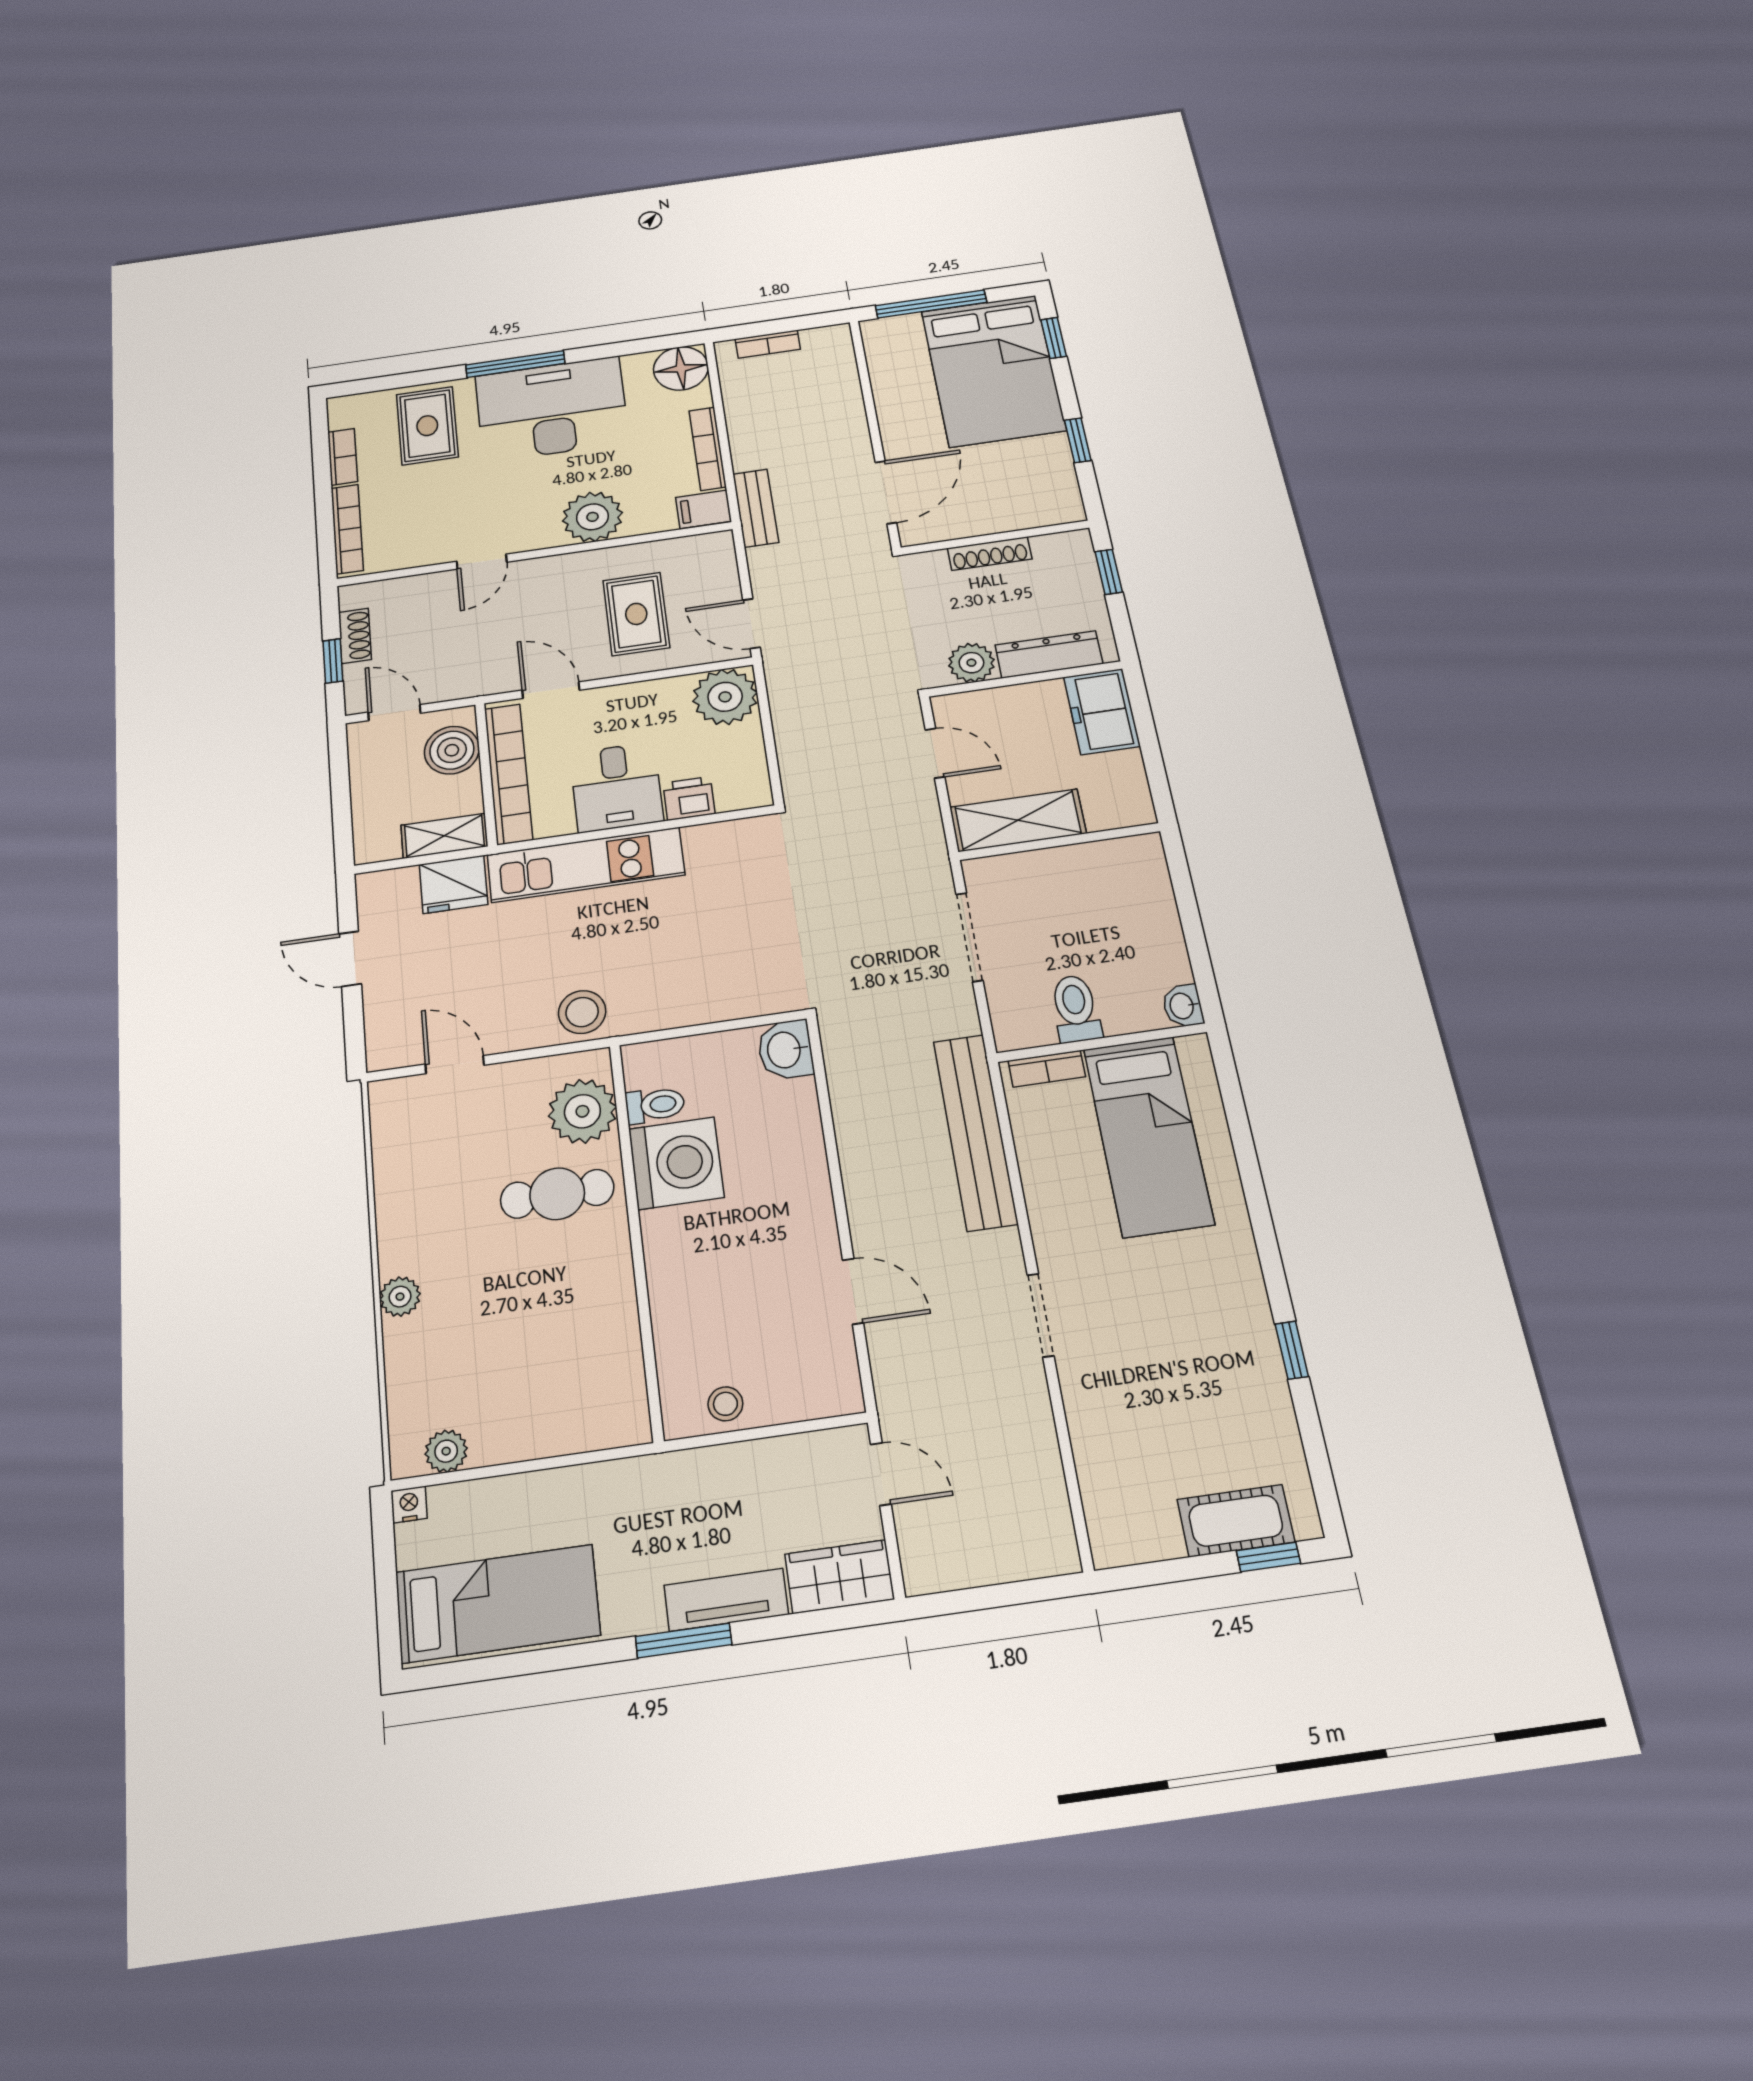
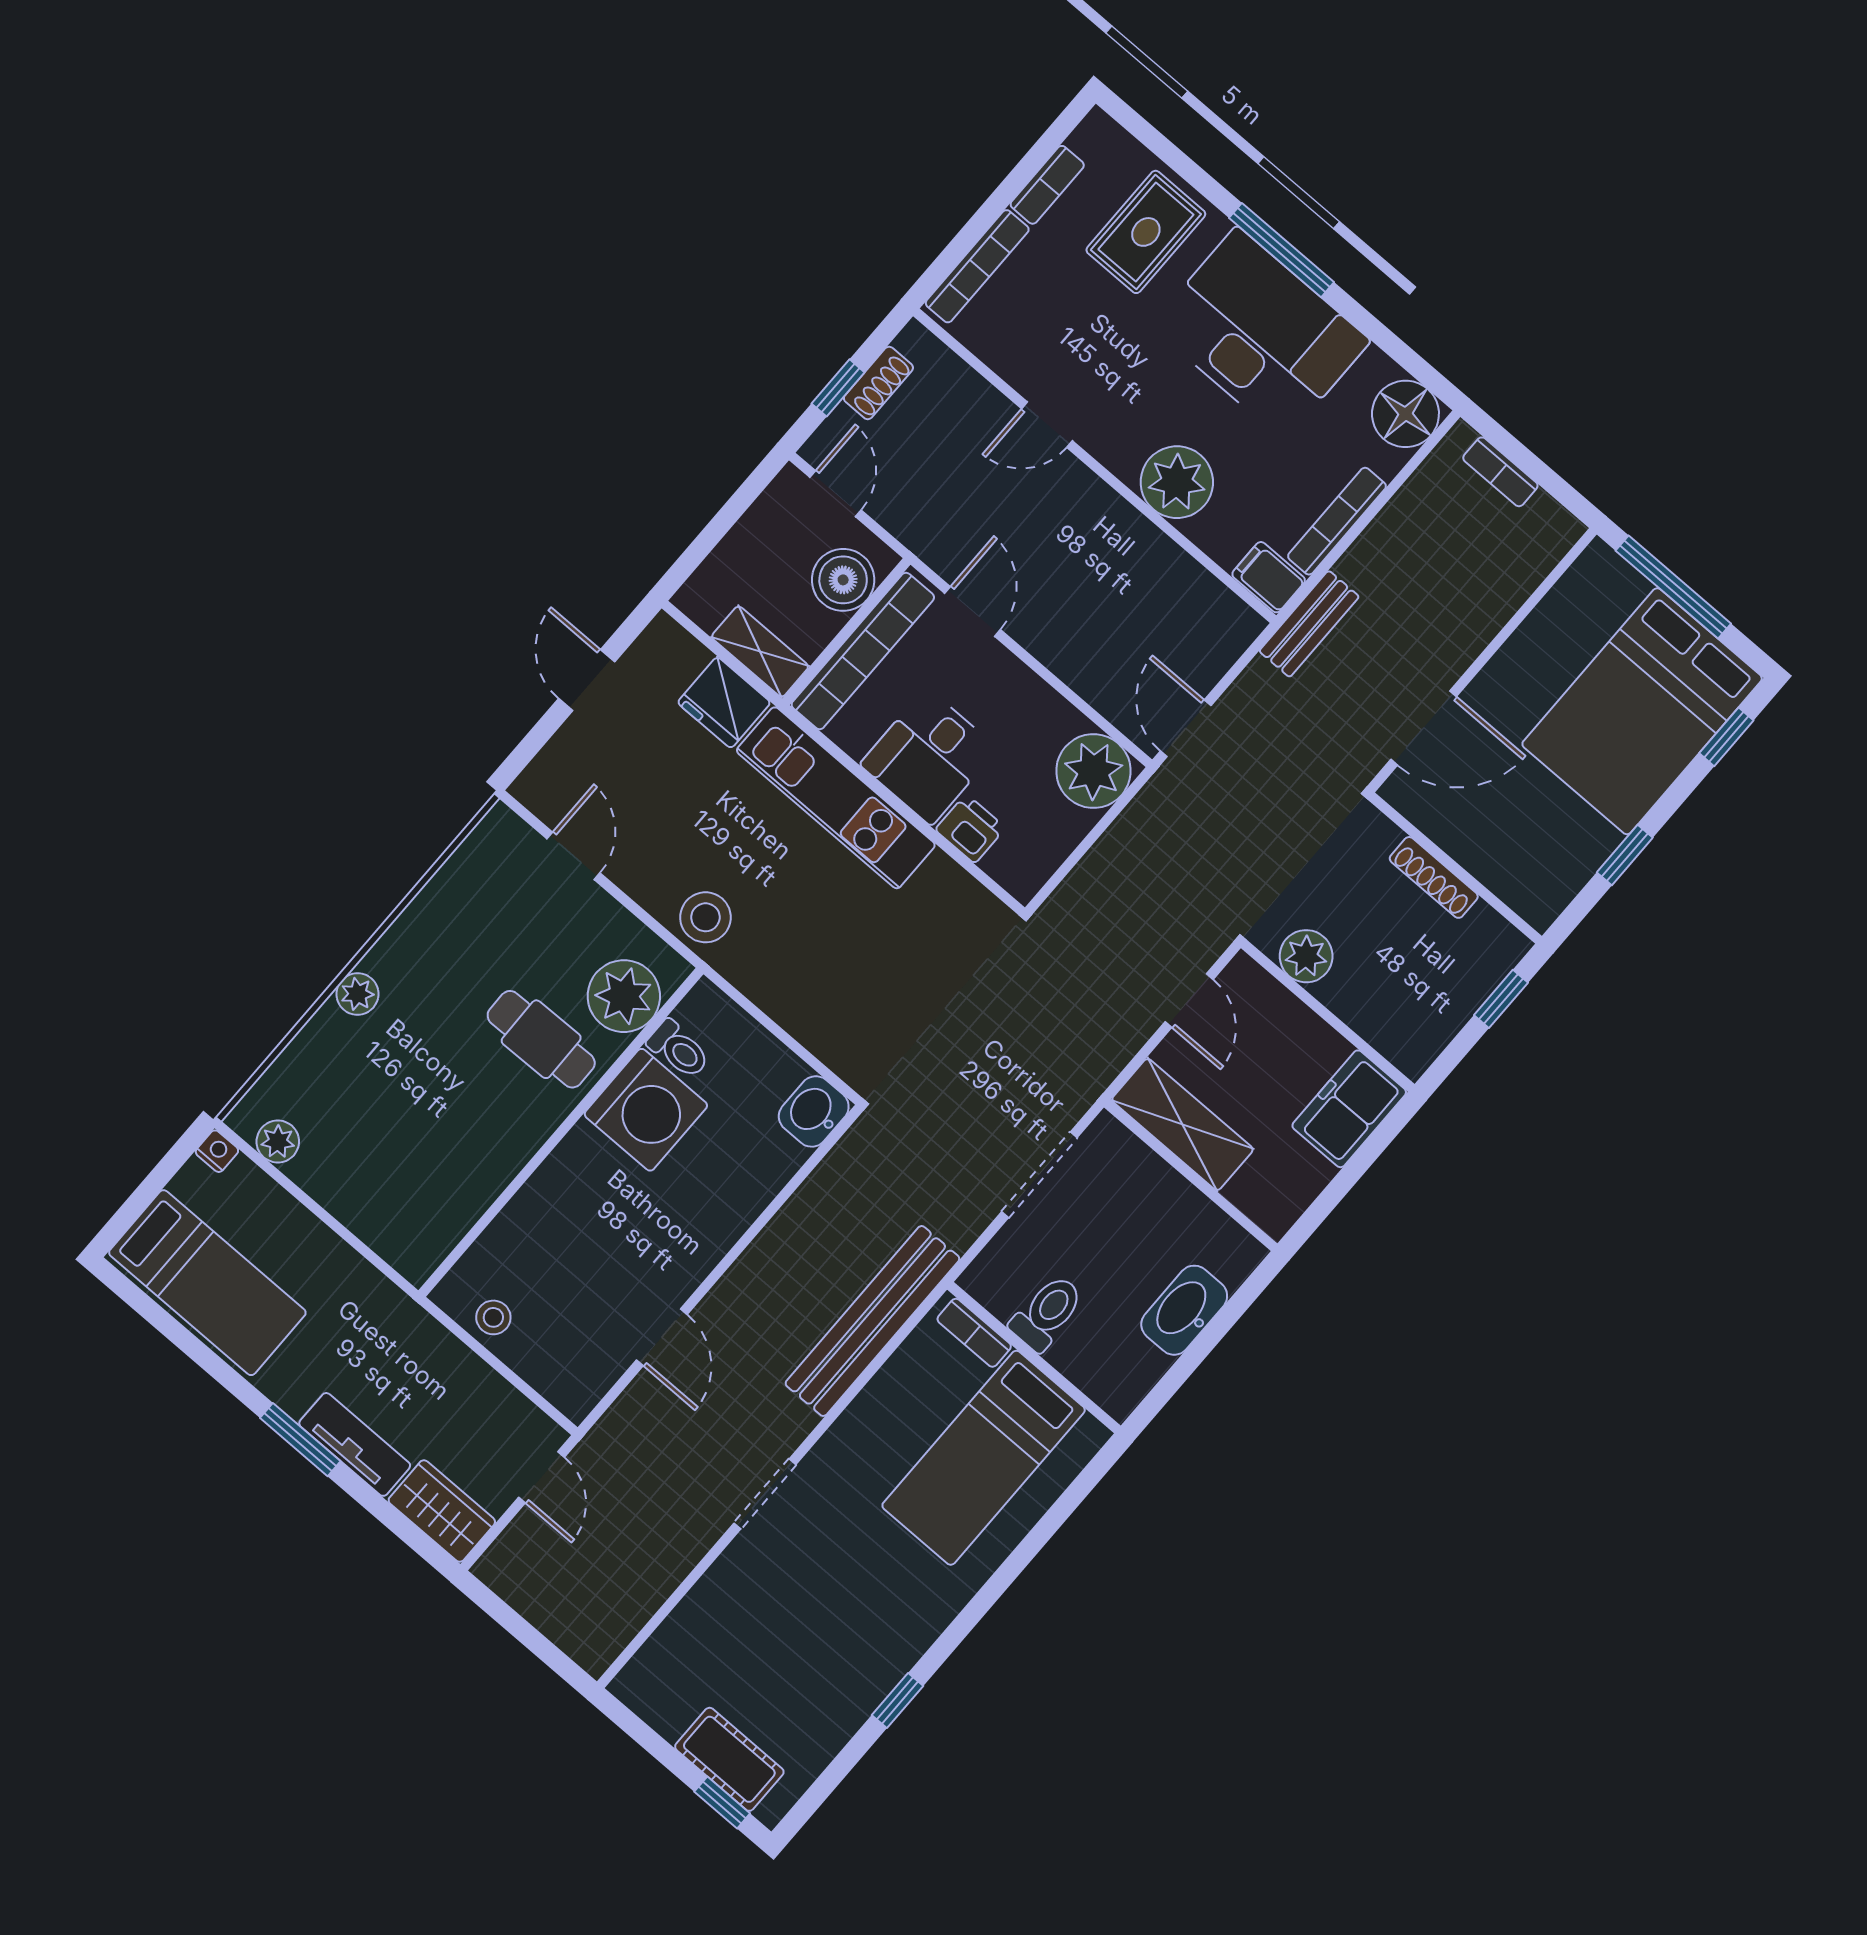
rug: (636, 614) -> (1110, 616), removed
dresser: (1049, 654) -> (1370, 1016), removed
washbasin: (1183, 1006) -> (1184, 1310), moved, width x1.91, depth x1.45

